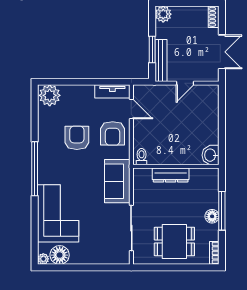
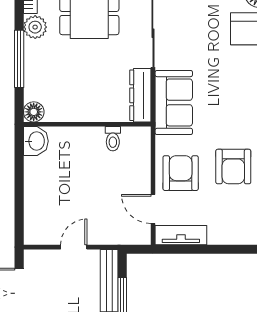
toilet: (142, 157) -> (113, 139), moved
dresser: (171, 175) -> (140, 95), moved, turned -90
floor lamp: (212, 216) -> (34, 112), moved
plant: (211, 232) -> (35, 27), added

